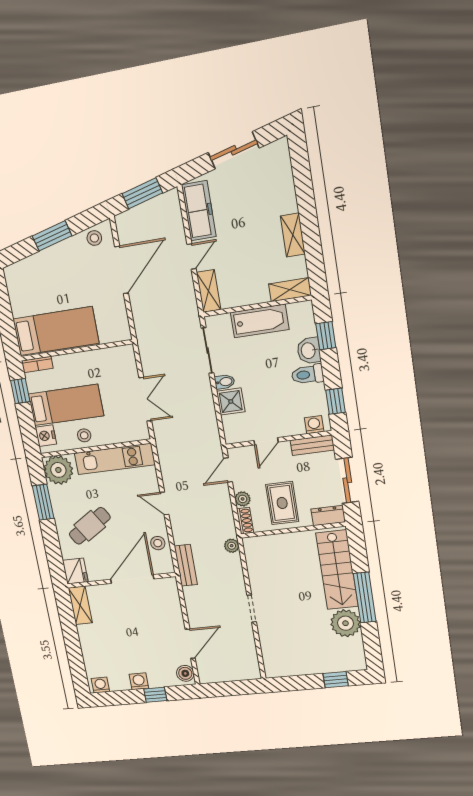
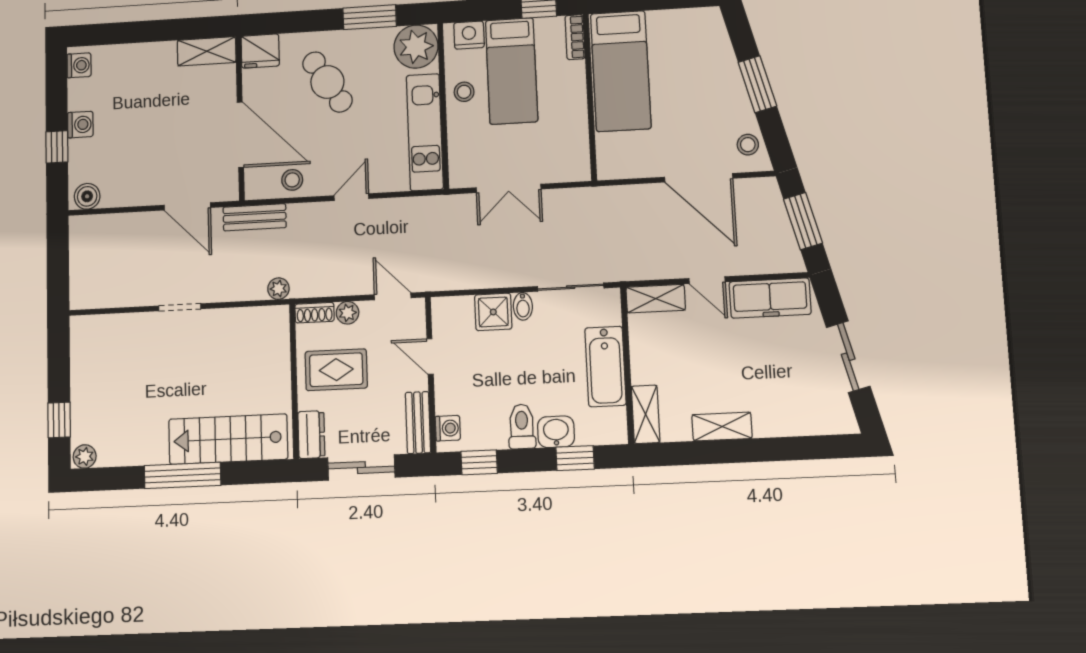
plant: (346, 623) -> (85, 456), moved, width x0.53, depth x0.53
door: (190, 644) -> (187, 206), moved

